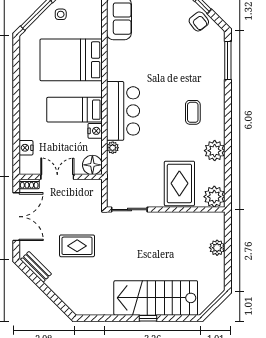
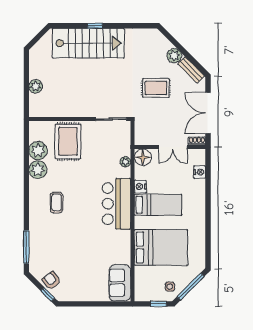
plant: (113, 148) -> (125, 162), moved
plant: (214, 197) -> (38, 151), moved
plant: (56, 283) -> (174, 56), added

